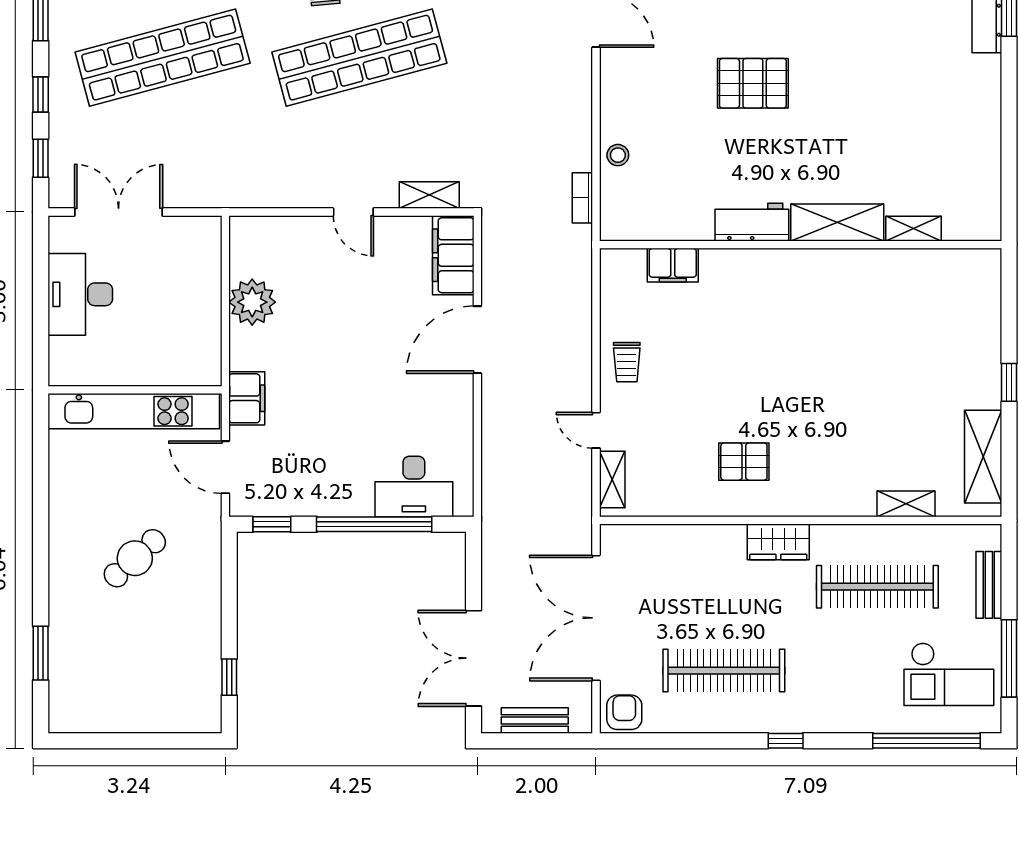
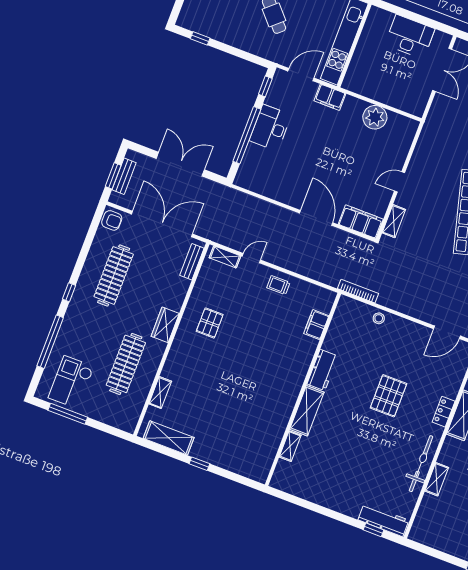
bookcase: (582, 198) -> (358, 291), width x1.56
desk: (414, 486) -> (270, 128), moved
bench: (989, 585) -> (192, 262), moved, turned 90
double door: (474, 658) -> (180, 164), moved
window: (542, 741) -> (113, 176), added
window: (926, 741) -> (50, 342), moved

